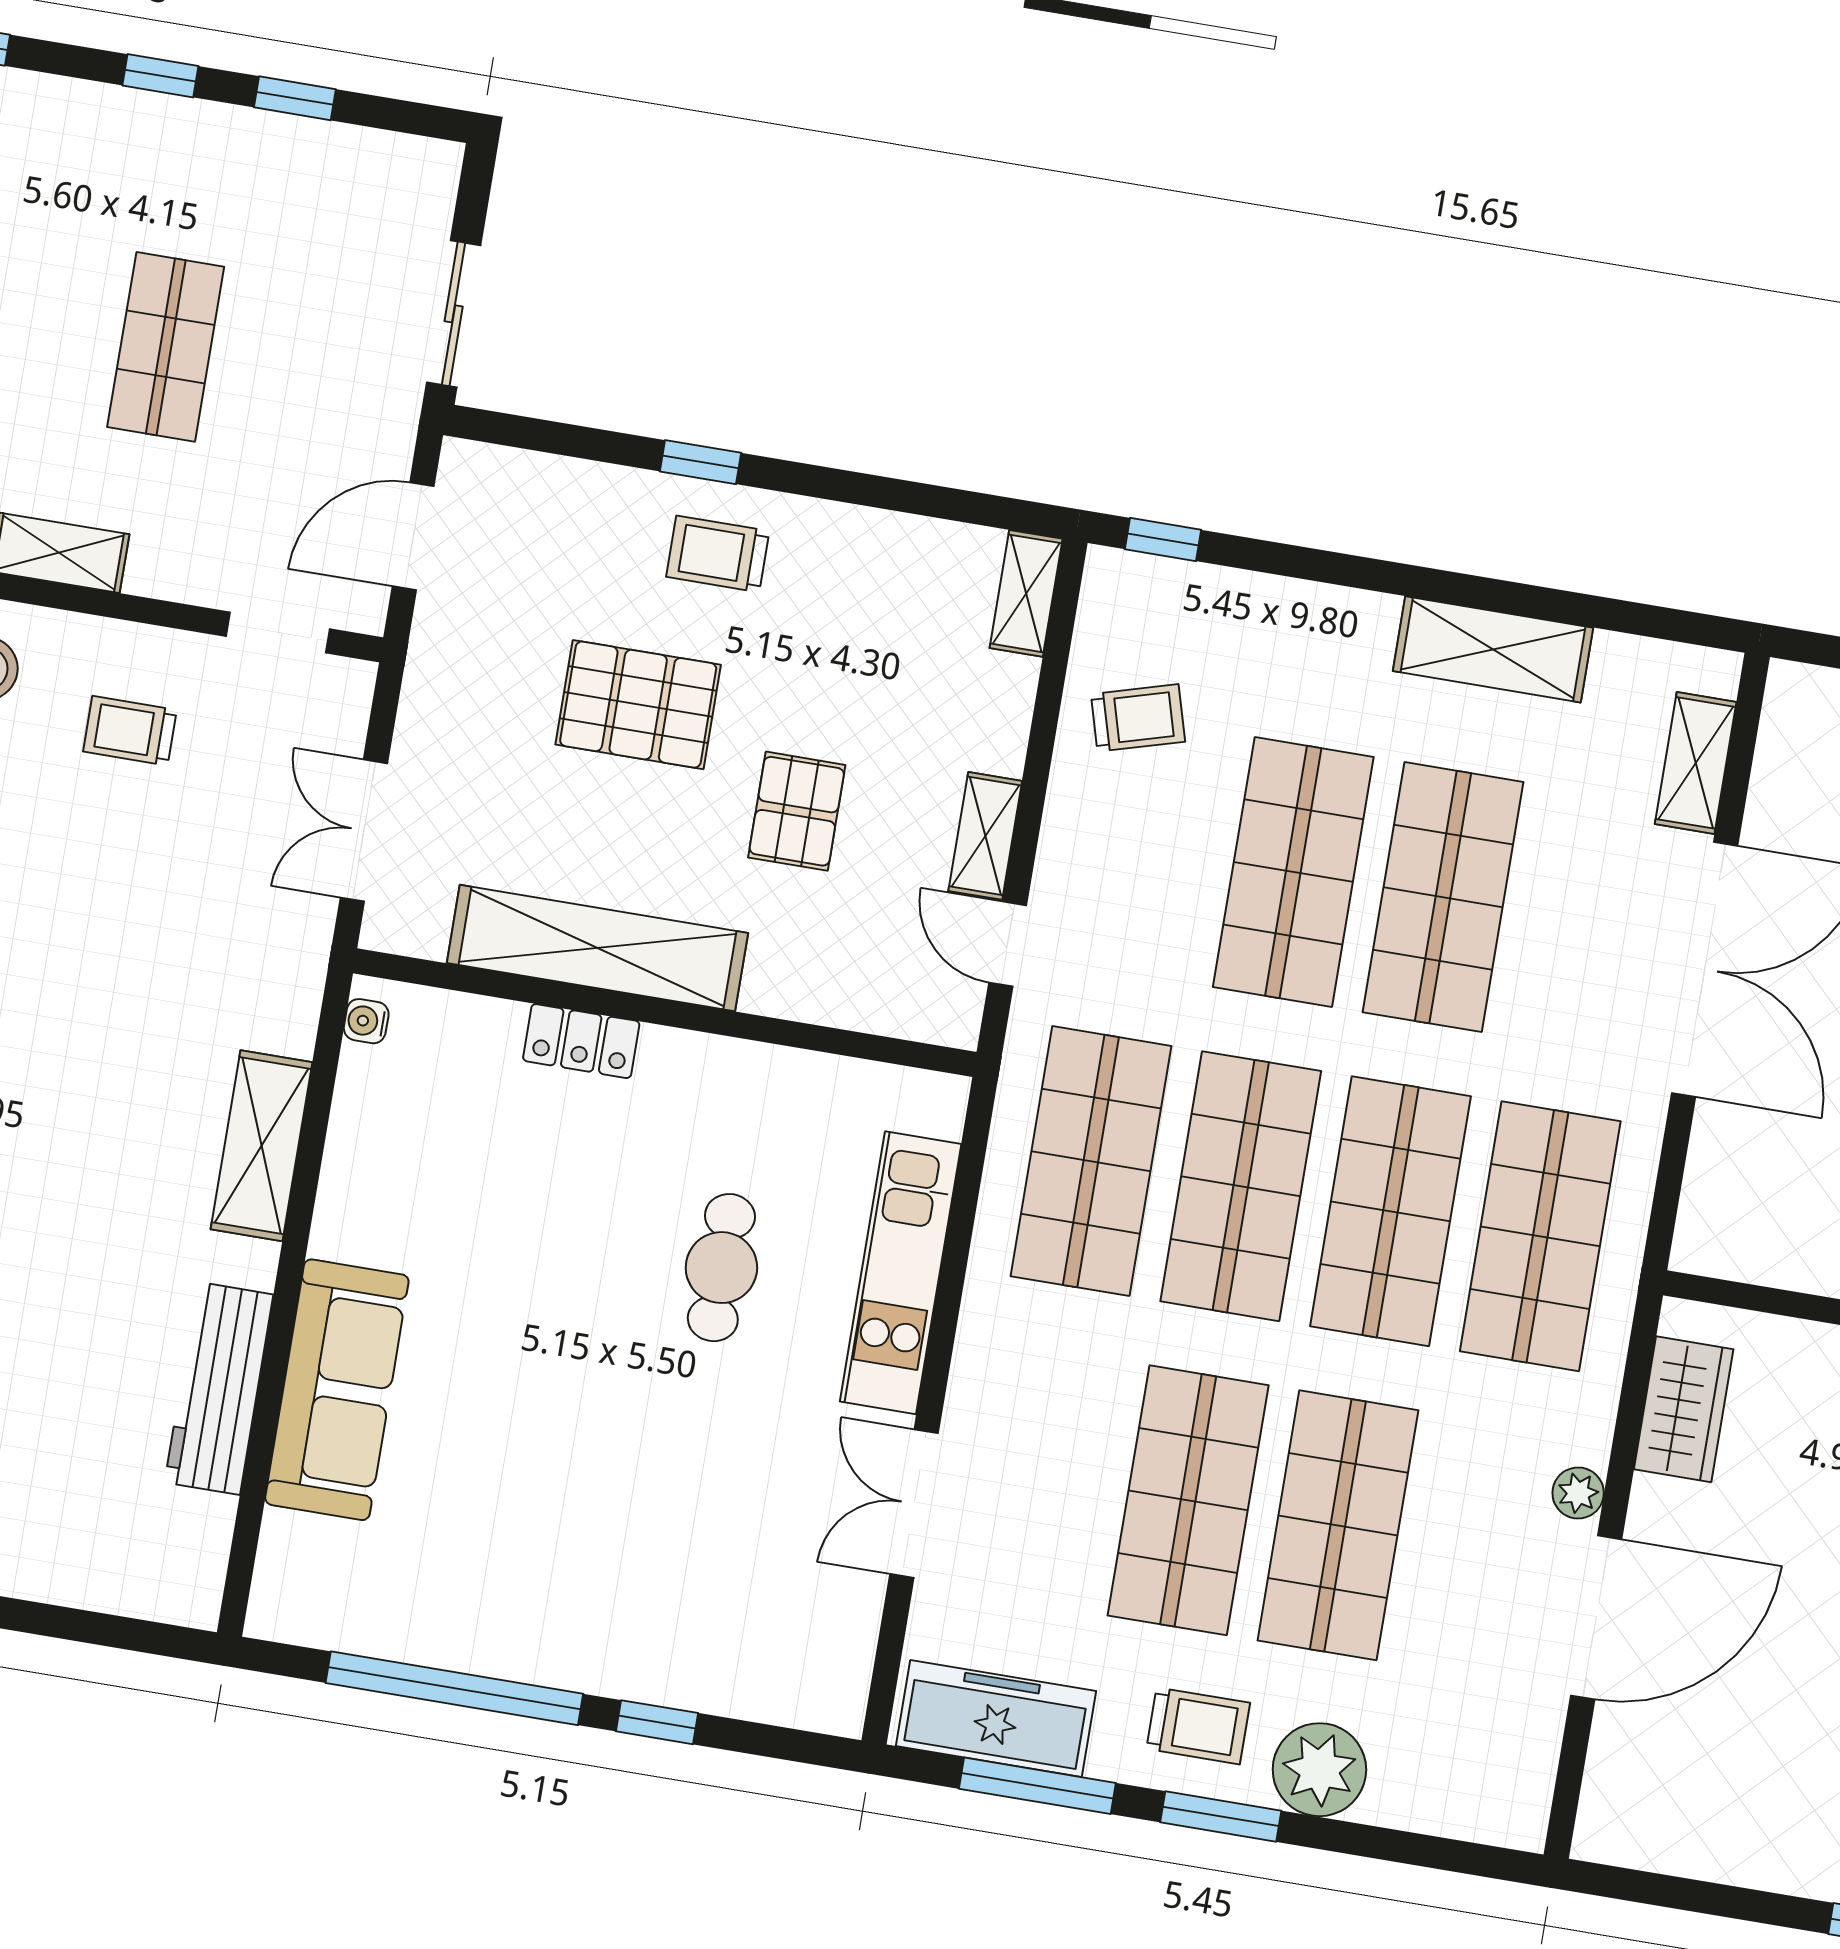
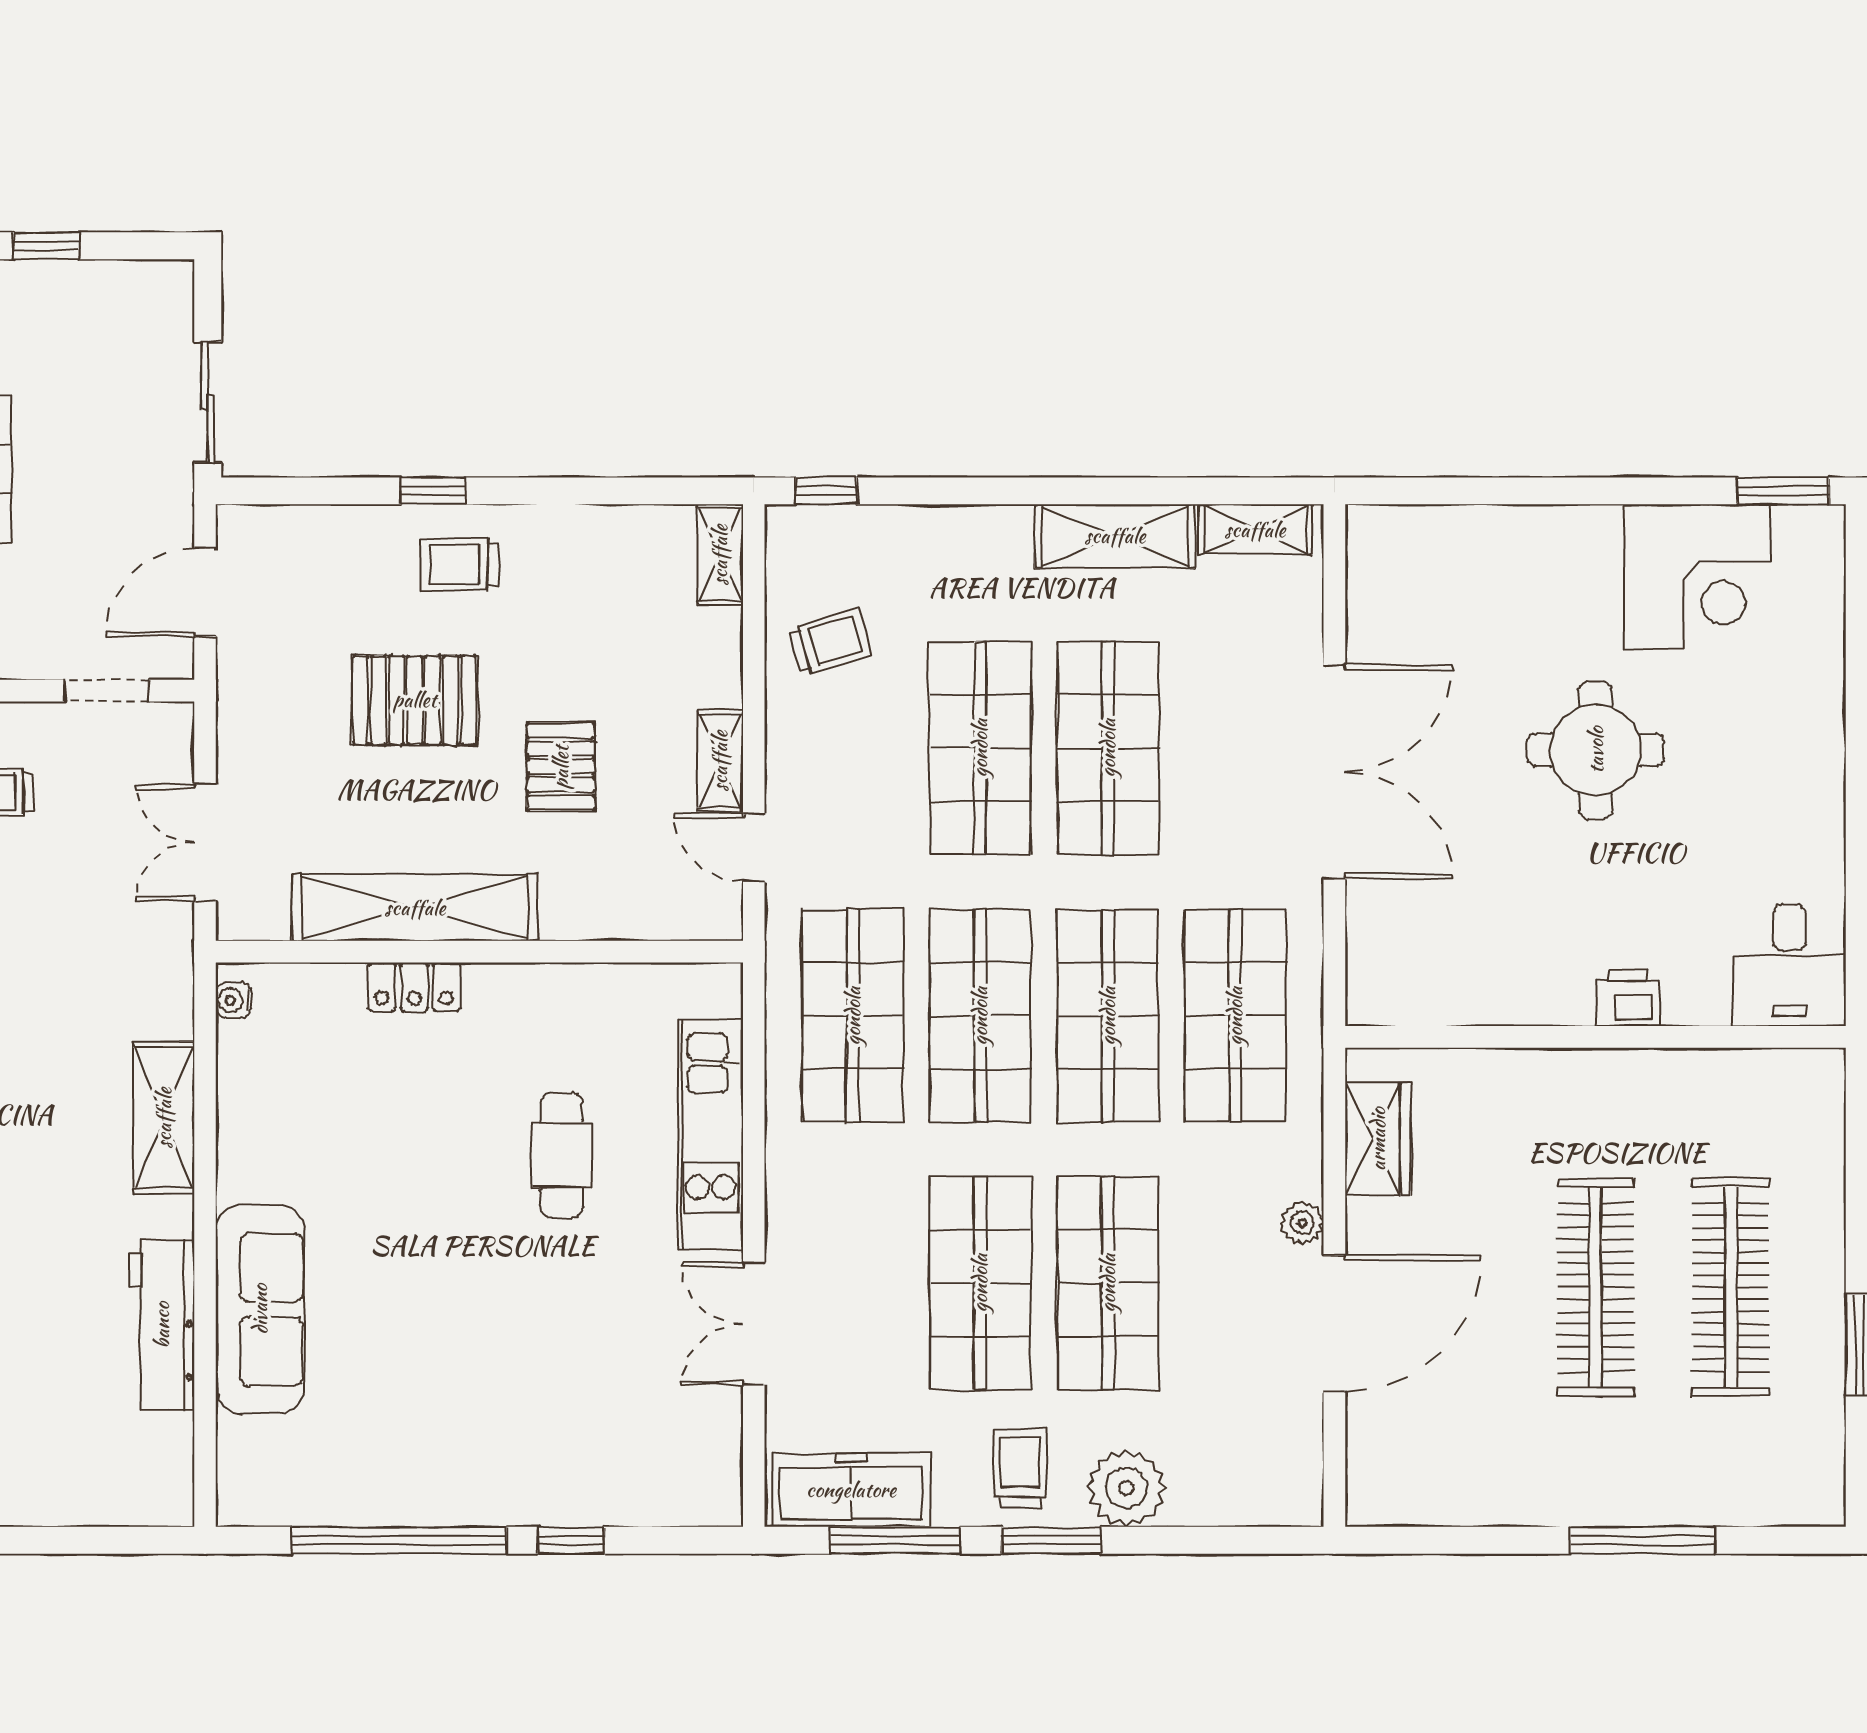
shelving: (1696, 763) -> (1255, 530), moved, turned 90
trolley: (1198, 1726) -> (1020, 1468), turned -90

